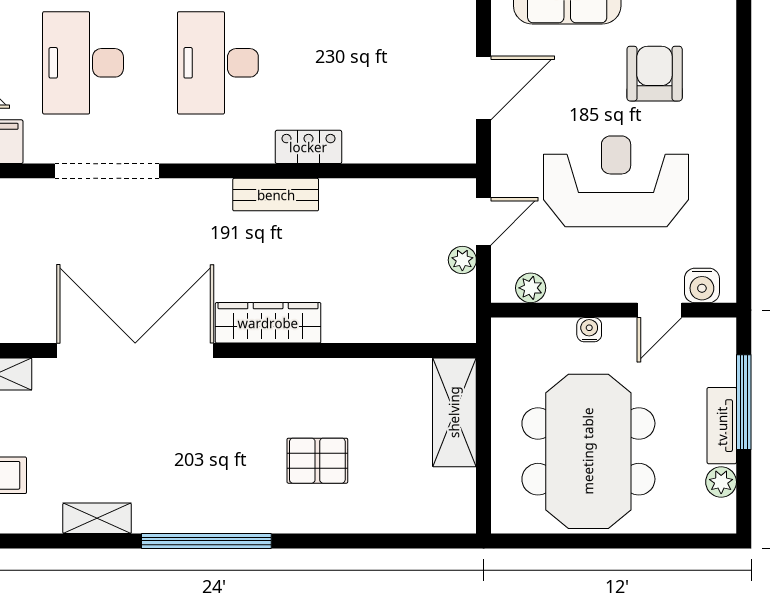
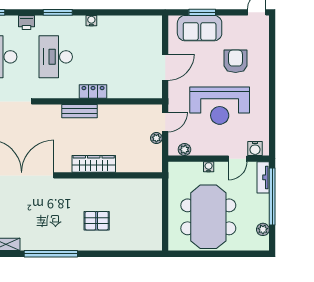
reception desk: (616, 181) -> (220, 106), turned 180
wardrobe: (268, 323) -> (94, 164), moved
window: (744, 402) -> (272, 197), width x1.46
shelving: (454, 412) -> (153, 201), removed
tv unit: (722, 426) -> (263, 177), moved

